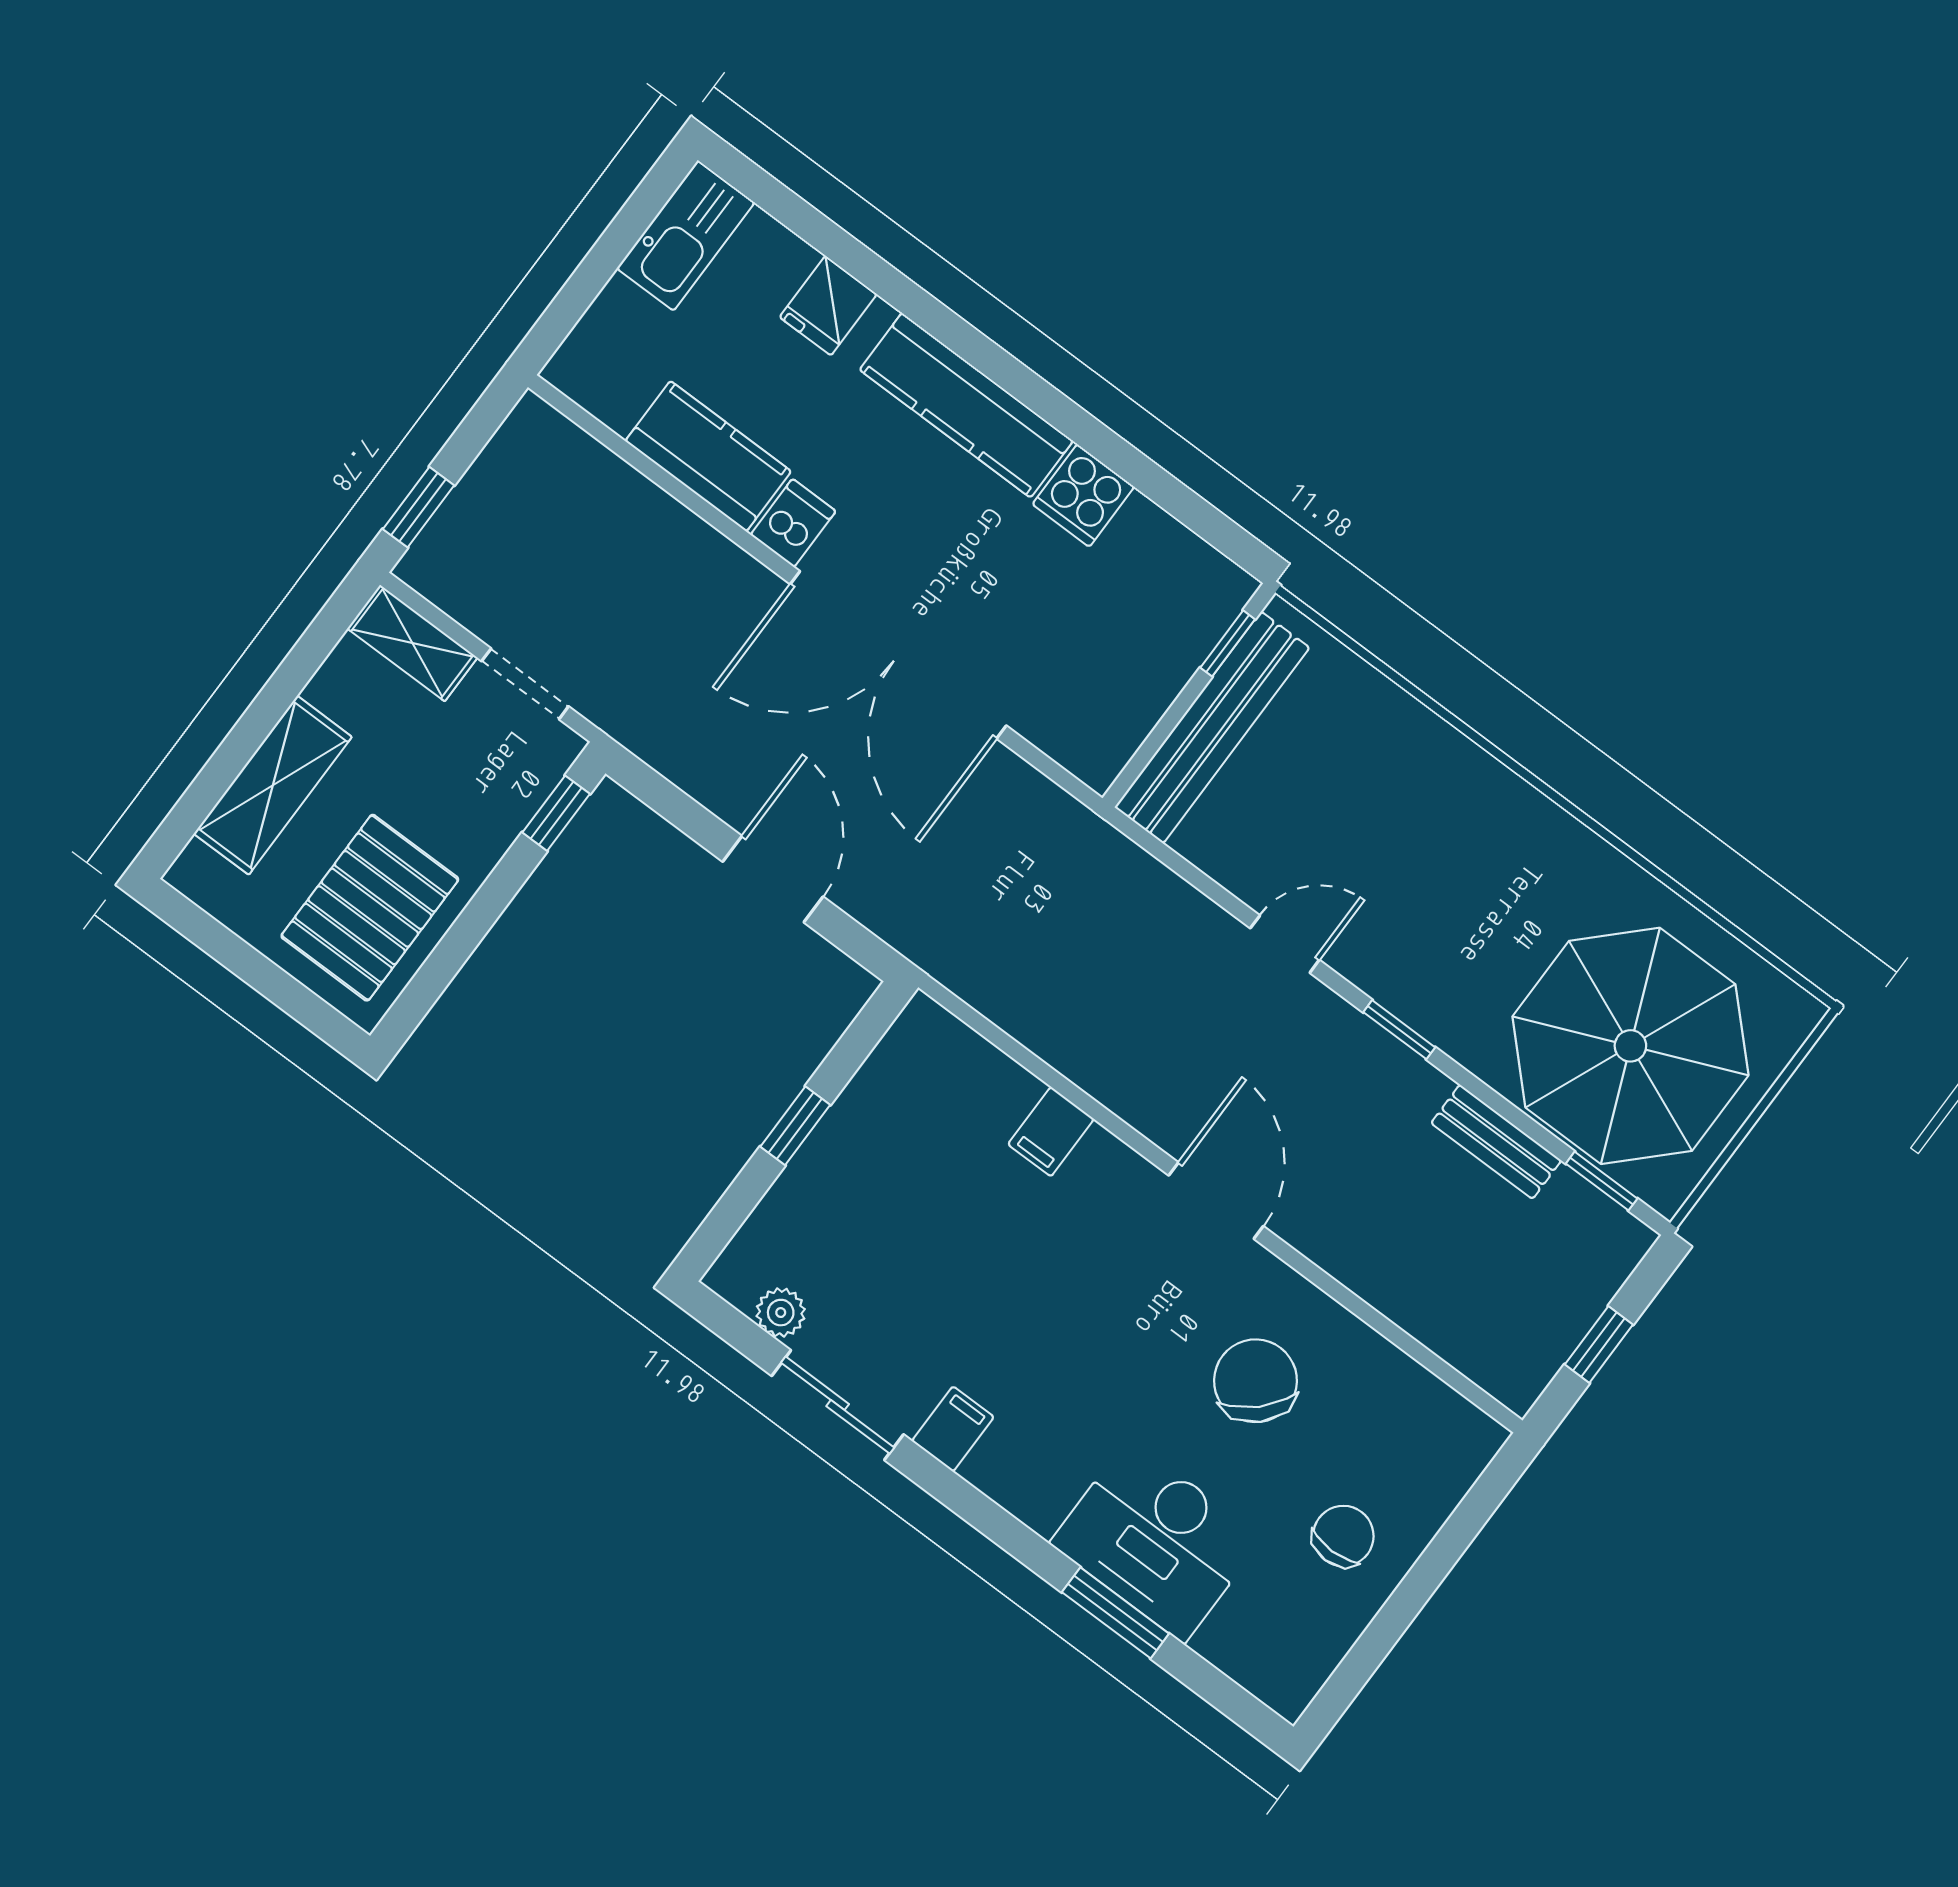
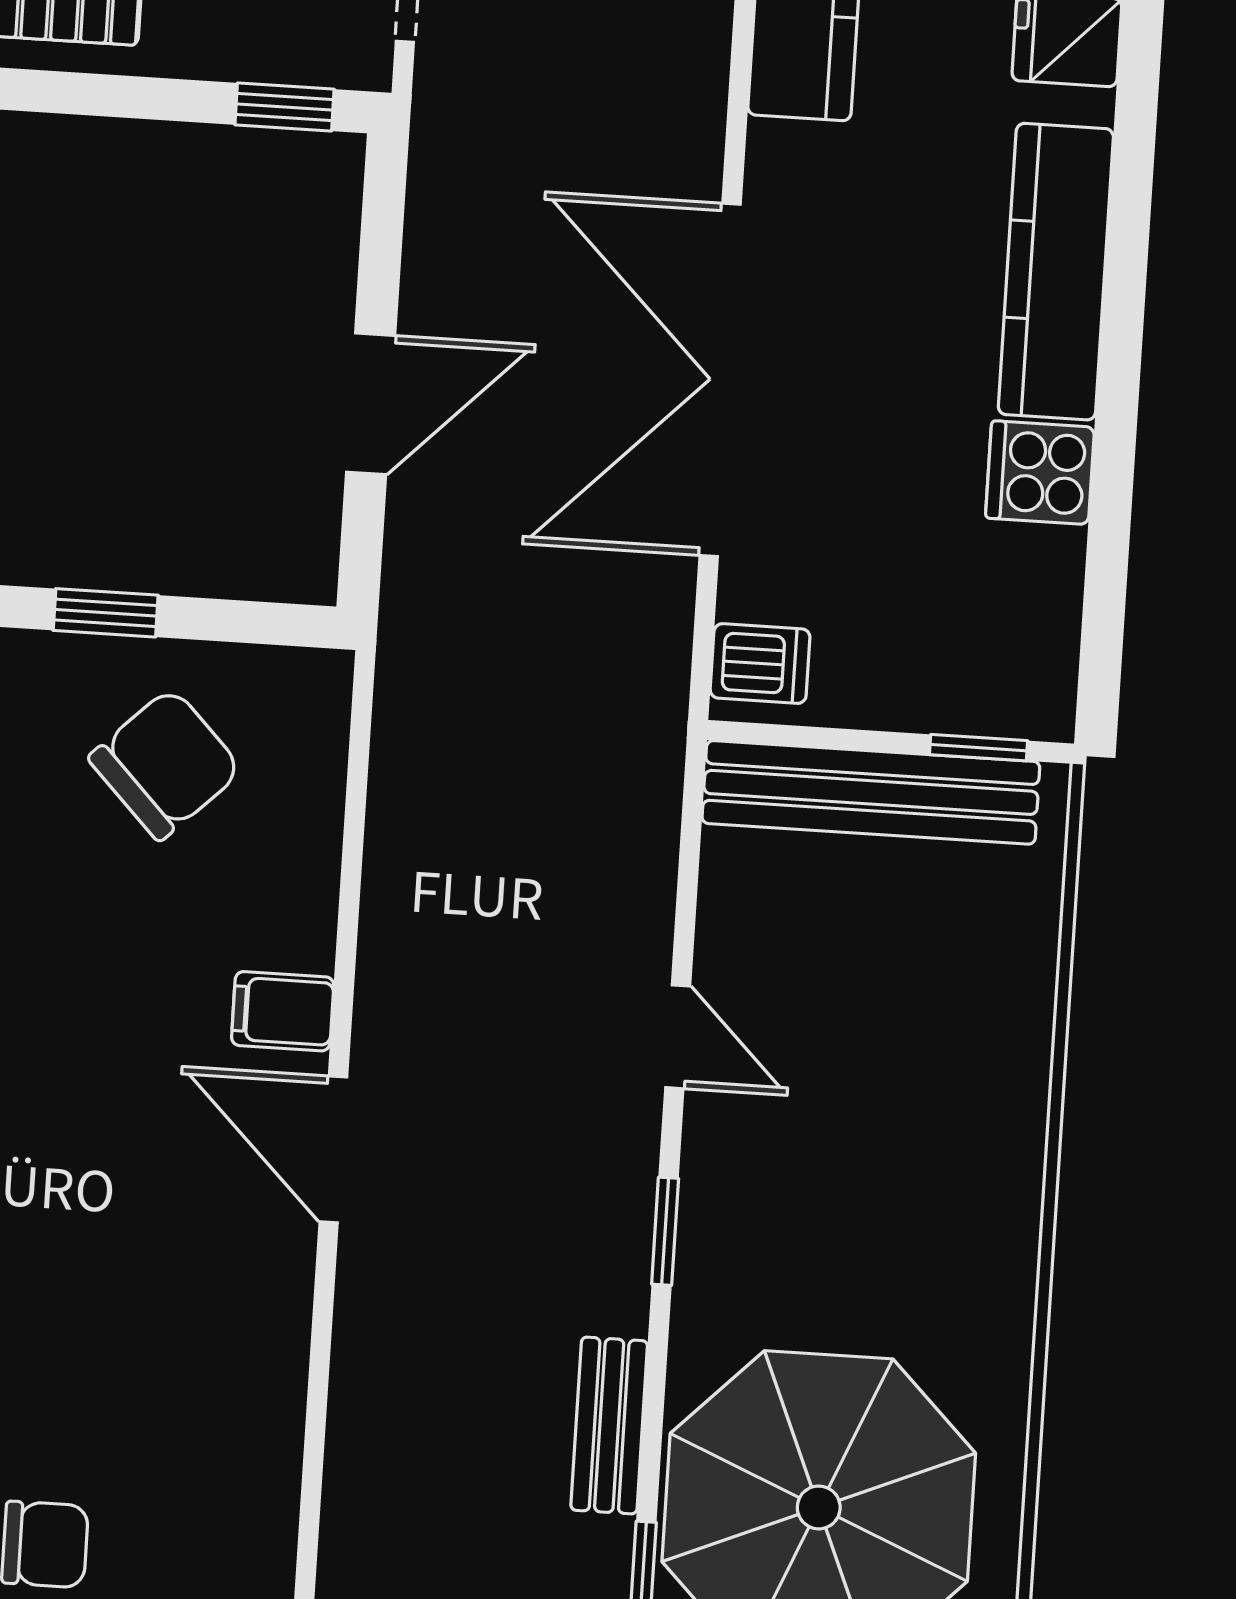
dishwasher: (793, 523) -> (760, 664), moved
filing cabinet: (1051, 1132) -> (283, 1011), moved
door: (1216, 1201) -> (333, 1149), swing flipped
chair: (1256, 1381) -> (165, 764), moved

